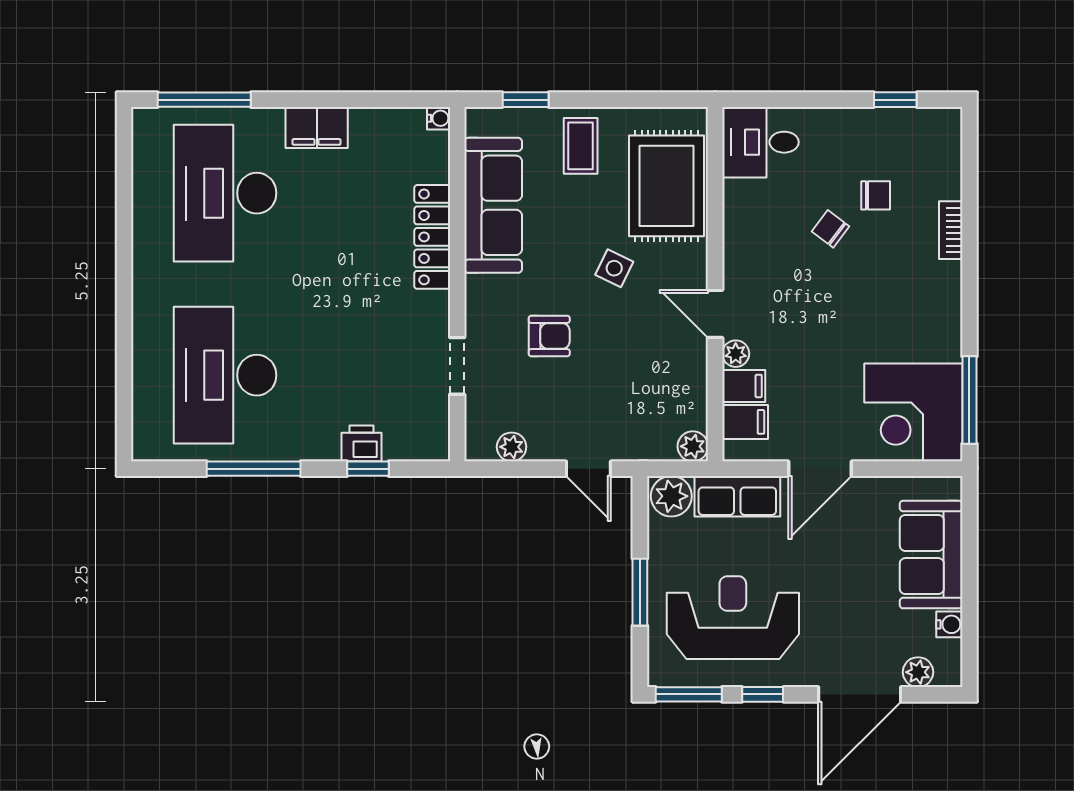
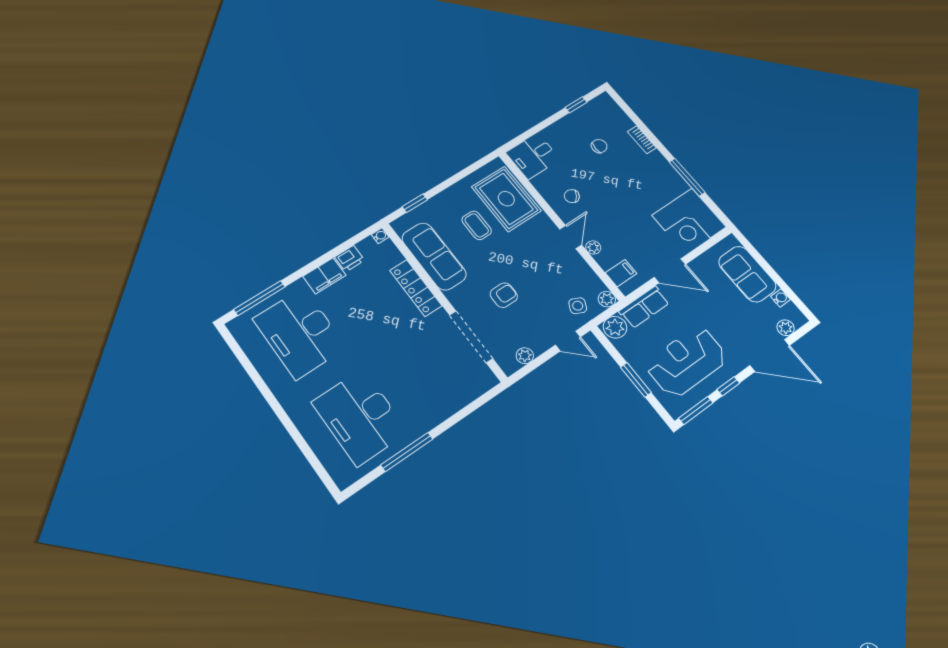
coffee table: (581, 146) -> (477, 225), moved
chair: (830, 229) -> (572, 196), moved
side table: (614, 268) -> (578, 306), moved
door: (715, 314) -> (571, 237), swing flipped
doorway: (457, 366) -> (471, 337), width x1.88
filing cabinet: (744, 386) -> (608, 259), removed
window: (969, 400) -> (687, 177), moved
printer: (362, 443) -> (350, 259), moved, turned 180
window: (368, 469) -> (464, 413), removed
door: (820, 469) -> (670, 271), hinge flipped
door: (860, 694) -> (770, 355), hinge flipped

